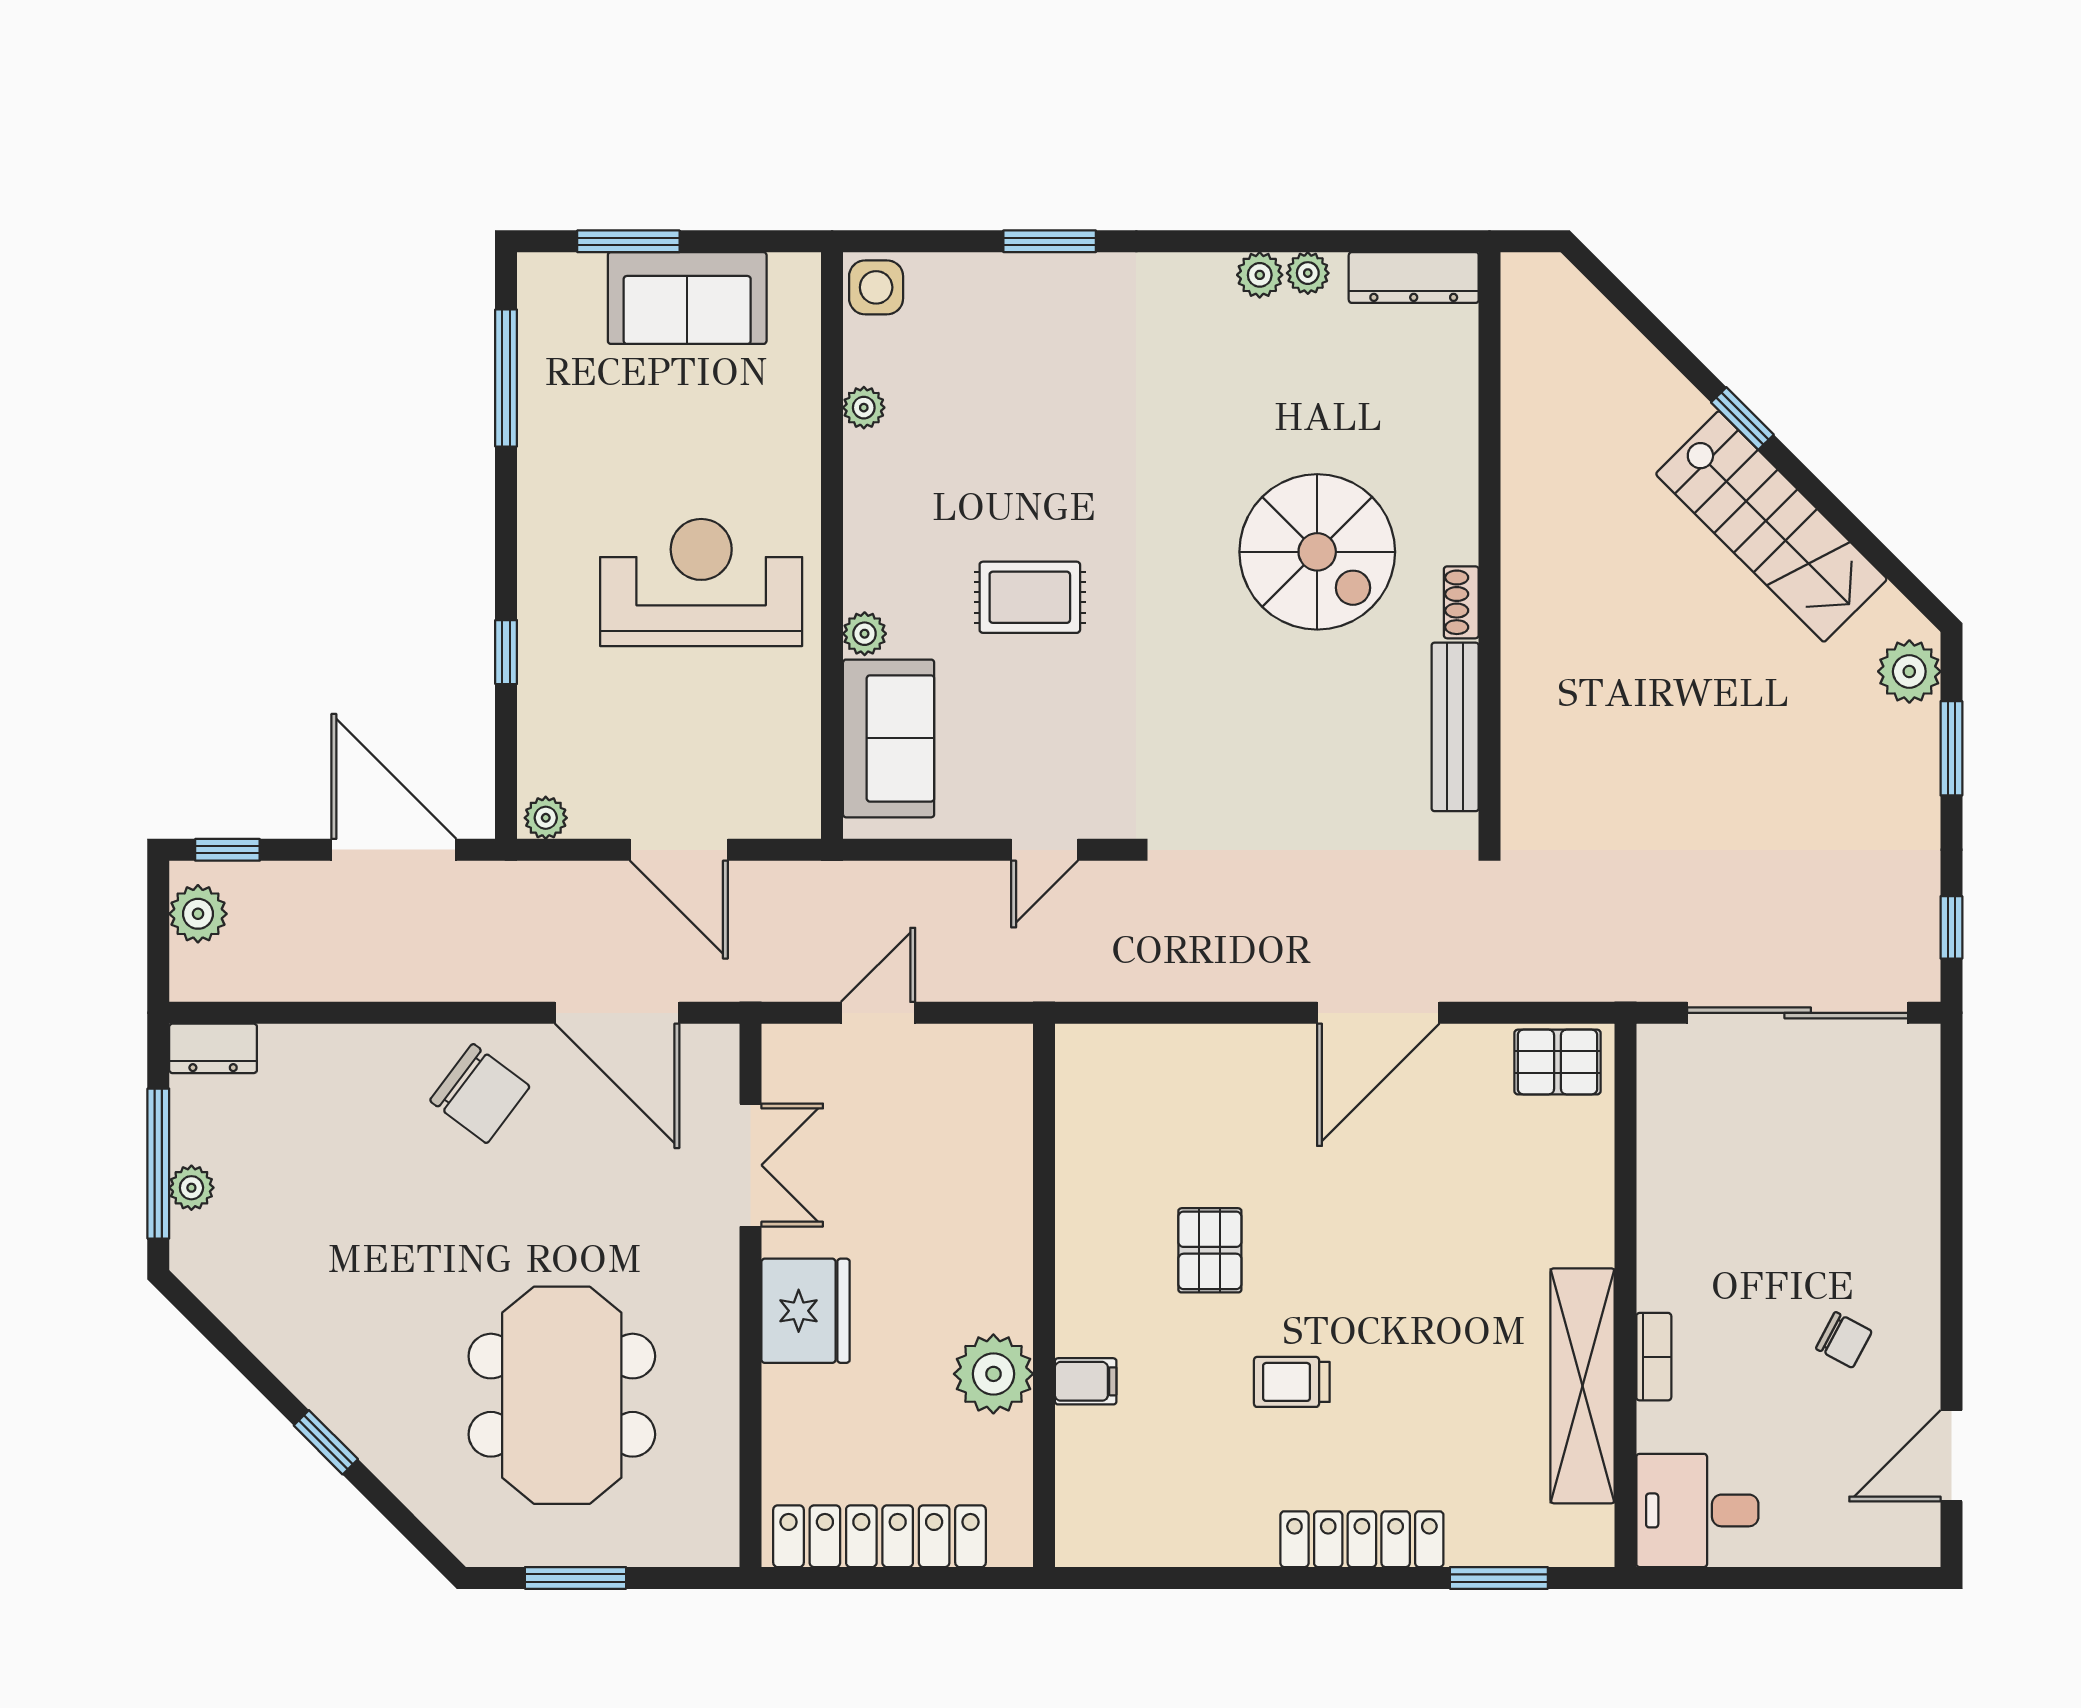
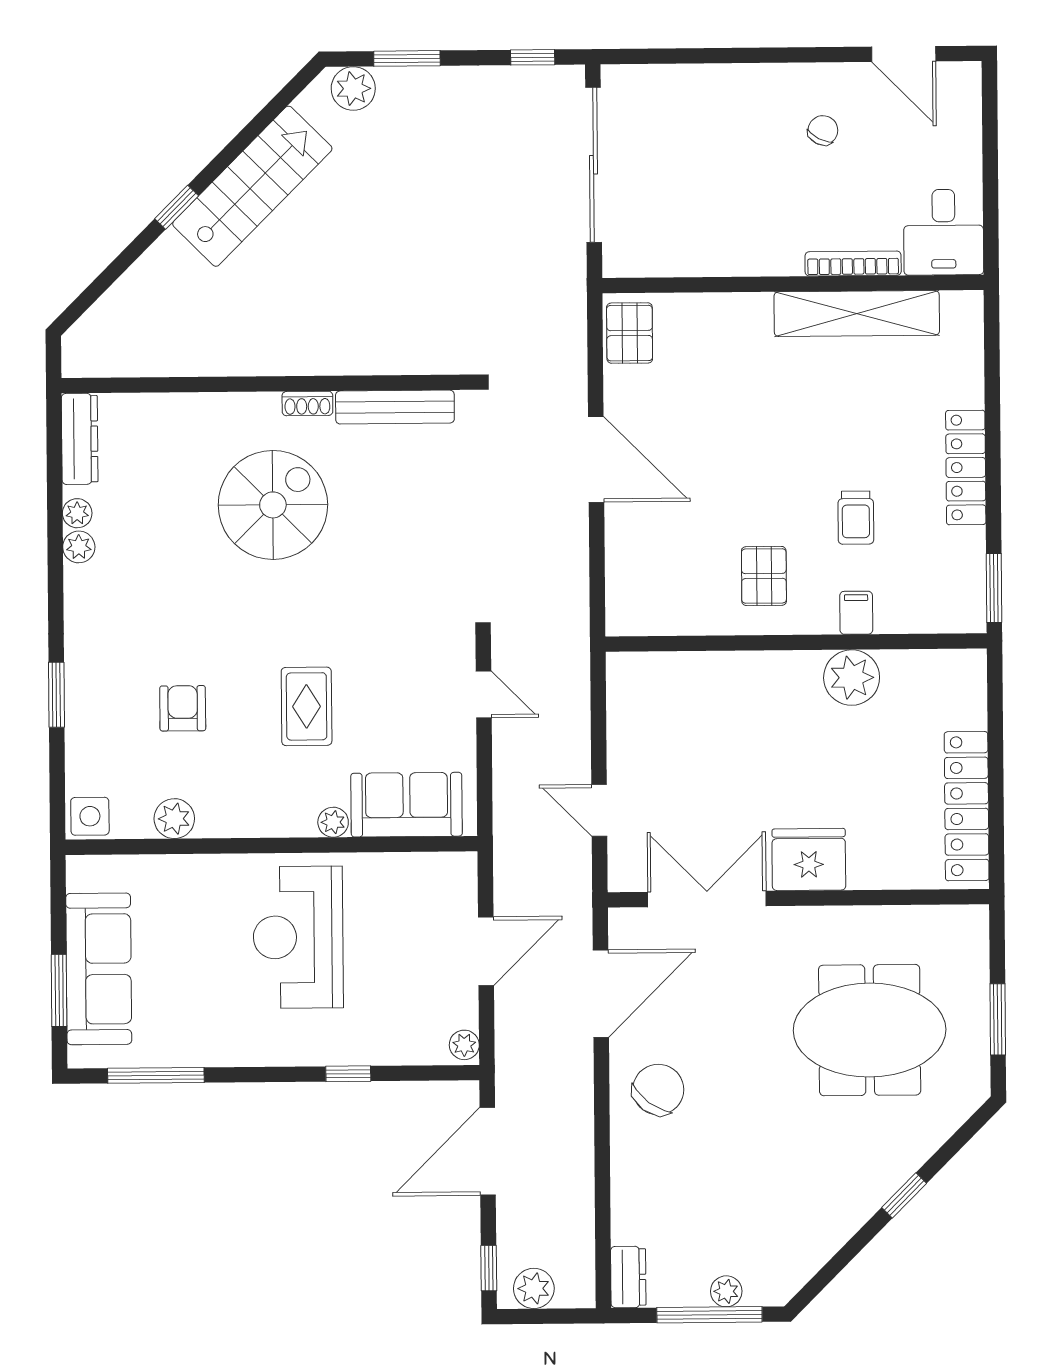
sofa: (687, 298) -> (99, 969), width x1.36
plant: (864, 408) -> (174, 819), width x1.38, depth x1.38
armchair: (1029, 421) -> (183, 708), added
double door: (751, 1165) -> (707, 899), width x1.37
pallet: (1210, 1250) -> (764, 576), turned 90
wall: (1044, 1295) -> (796, 643), moved
bookcase: (1654, 1357) -> (853, 264), width x1.56
plant: (993, 1374) -> (852, 678), moved
filing cabinet: (1086, 1381) -> (856, 613), moved
window: (1499, 1578) -> (994, 588), moved

